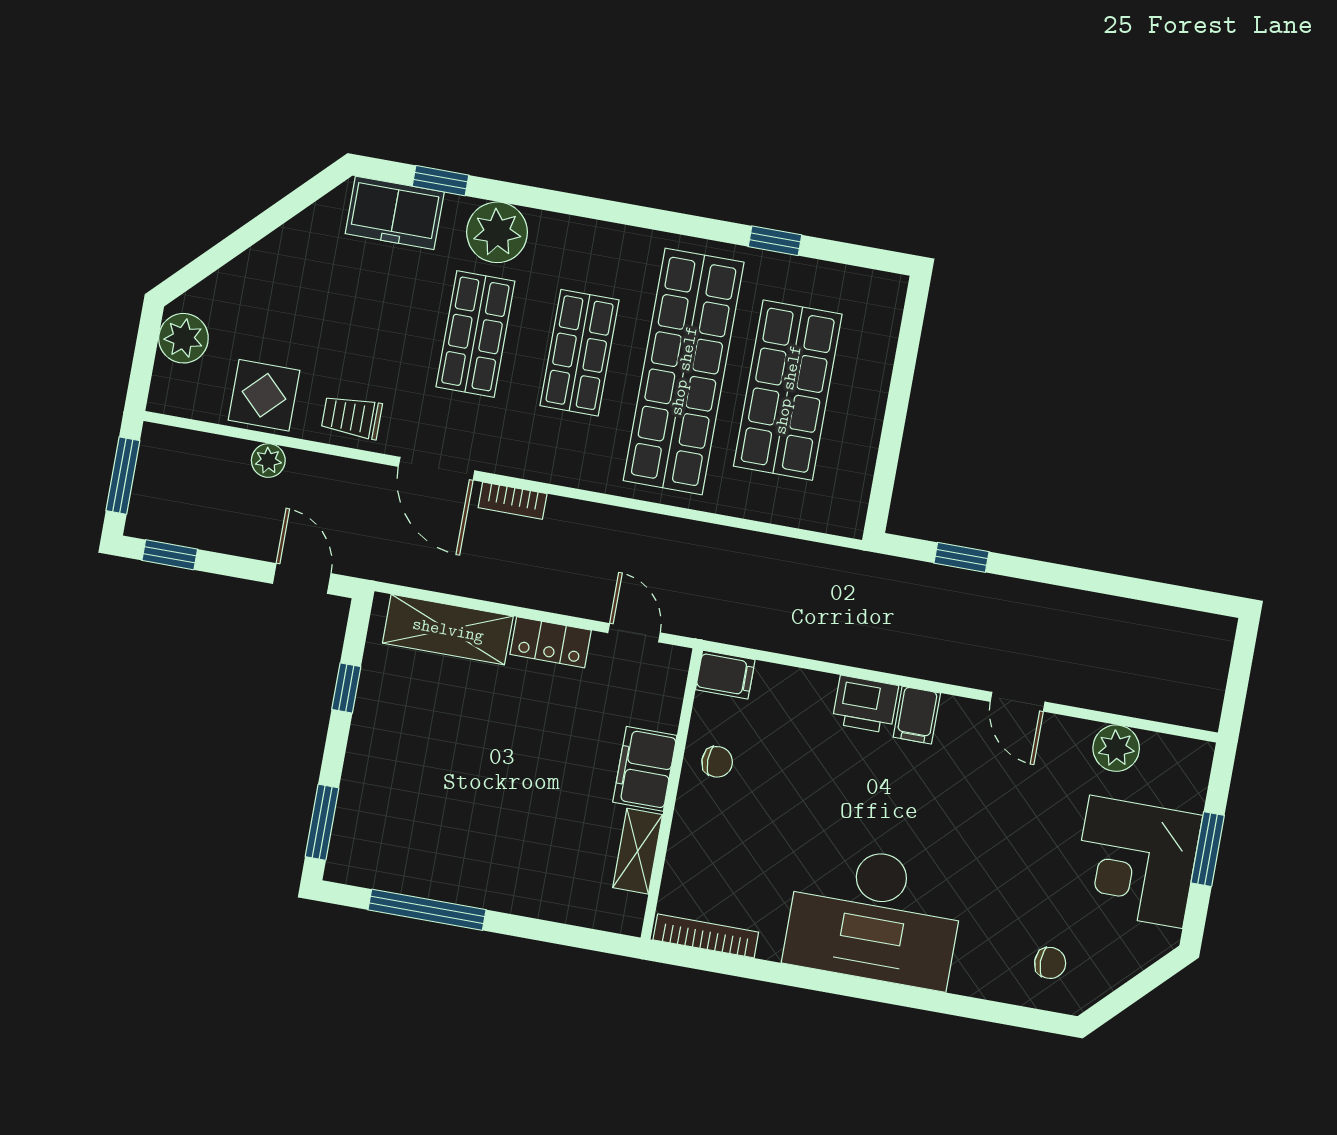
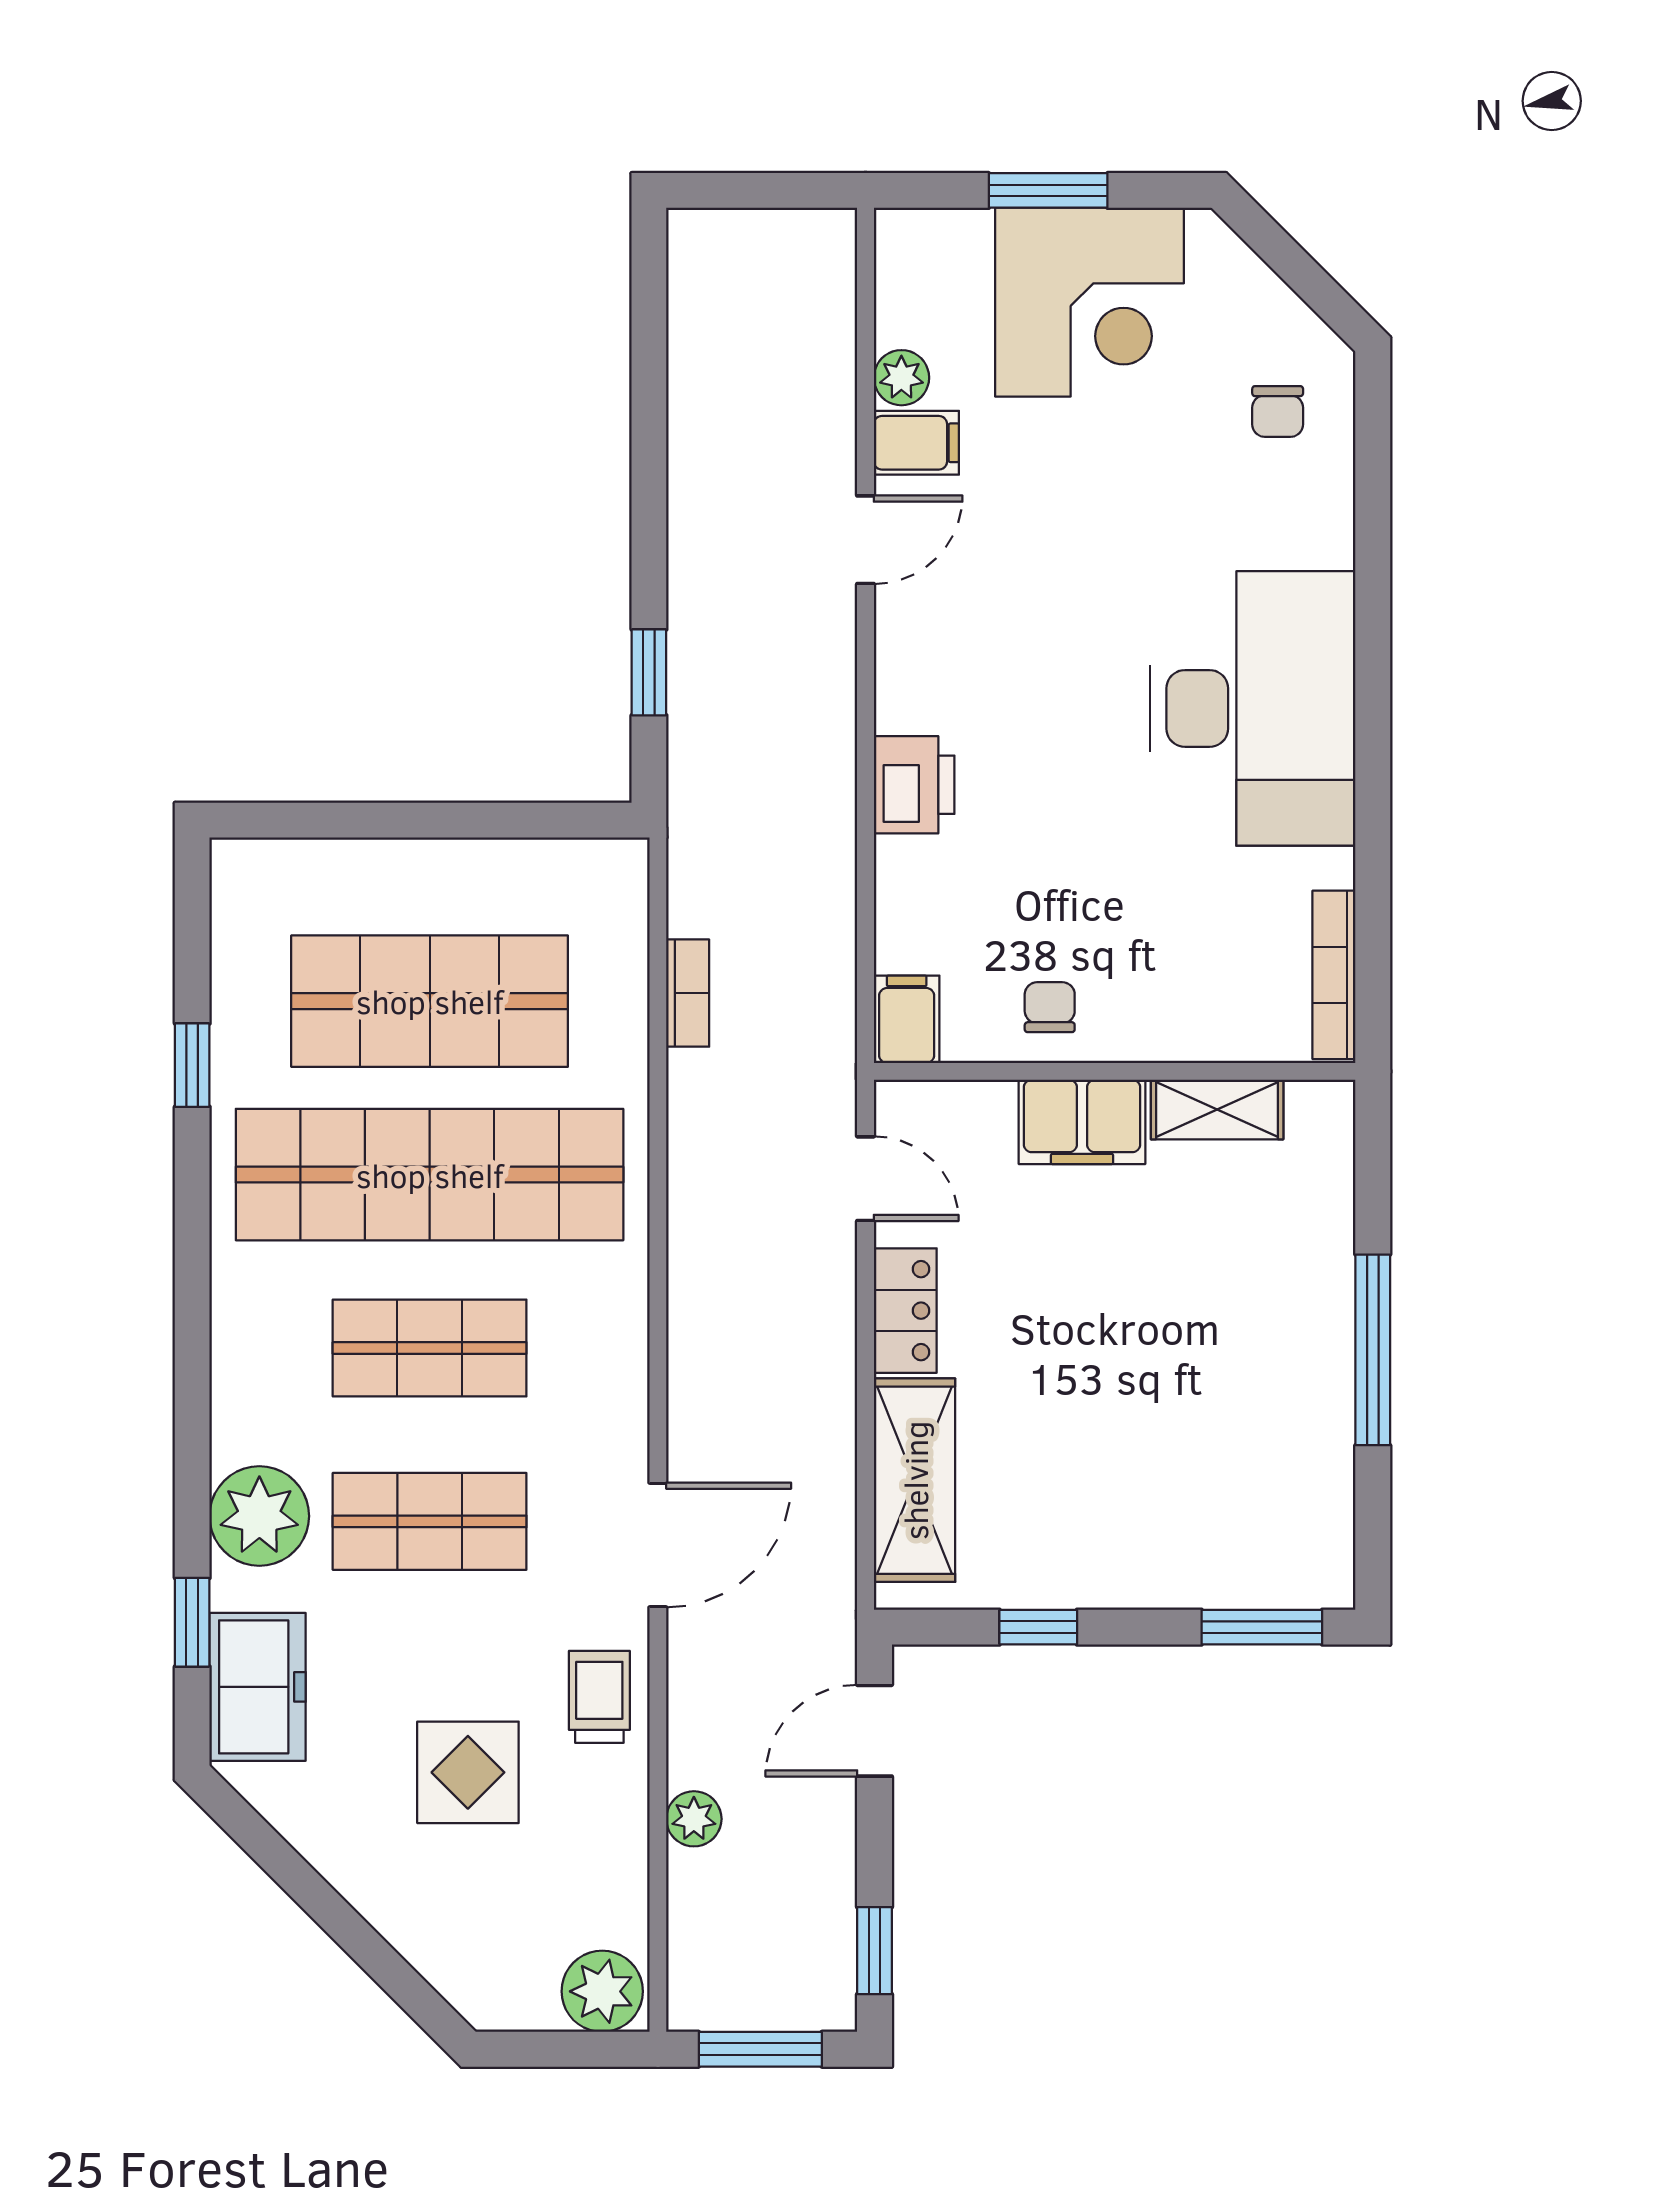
plant: (183, 338) -> (602, 1991), moved
display table: (264, 395) -> (468, 1772), moved
trolley: (352, 417) -> (599, 1697), turned 180
bookcase: (513, 501) -> (688, 993), moved
door: (634, 633) -> (866, 1179), swing flipped
filing cabinet: (917, 715) -> (916, 443), moved
plant: (1116, 748) -> (901, 378), width x0.73, depth x0.73
window: (427, 910) -> (1373, 1350), moved
chair: (1050, 963) -> (1278, 411), turned 180

